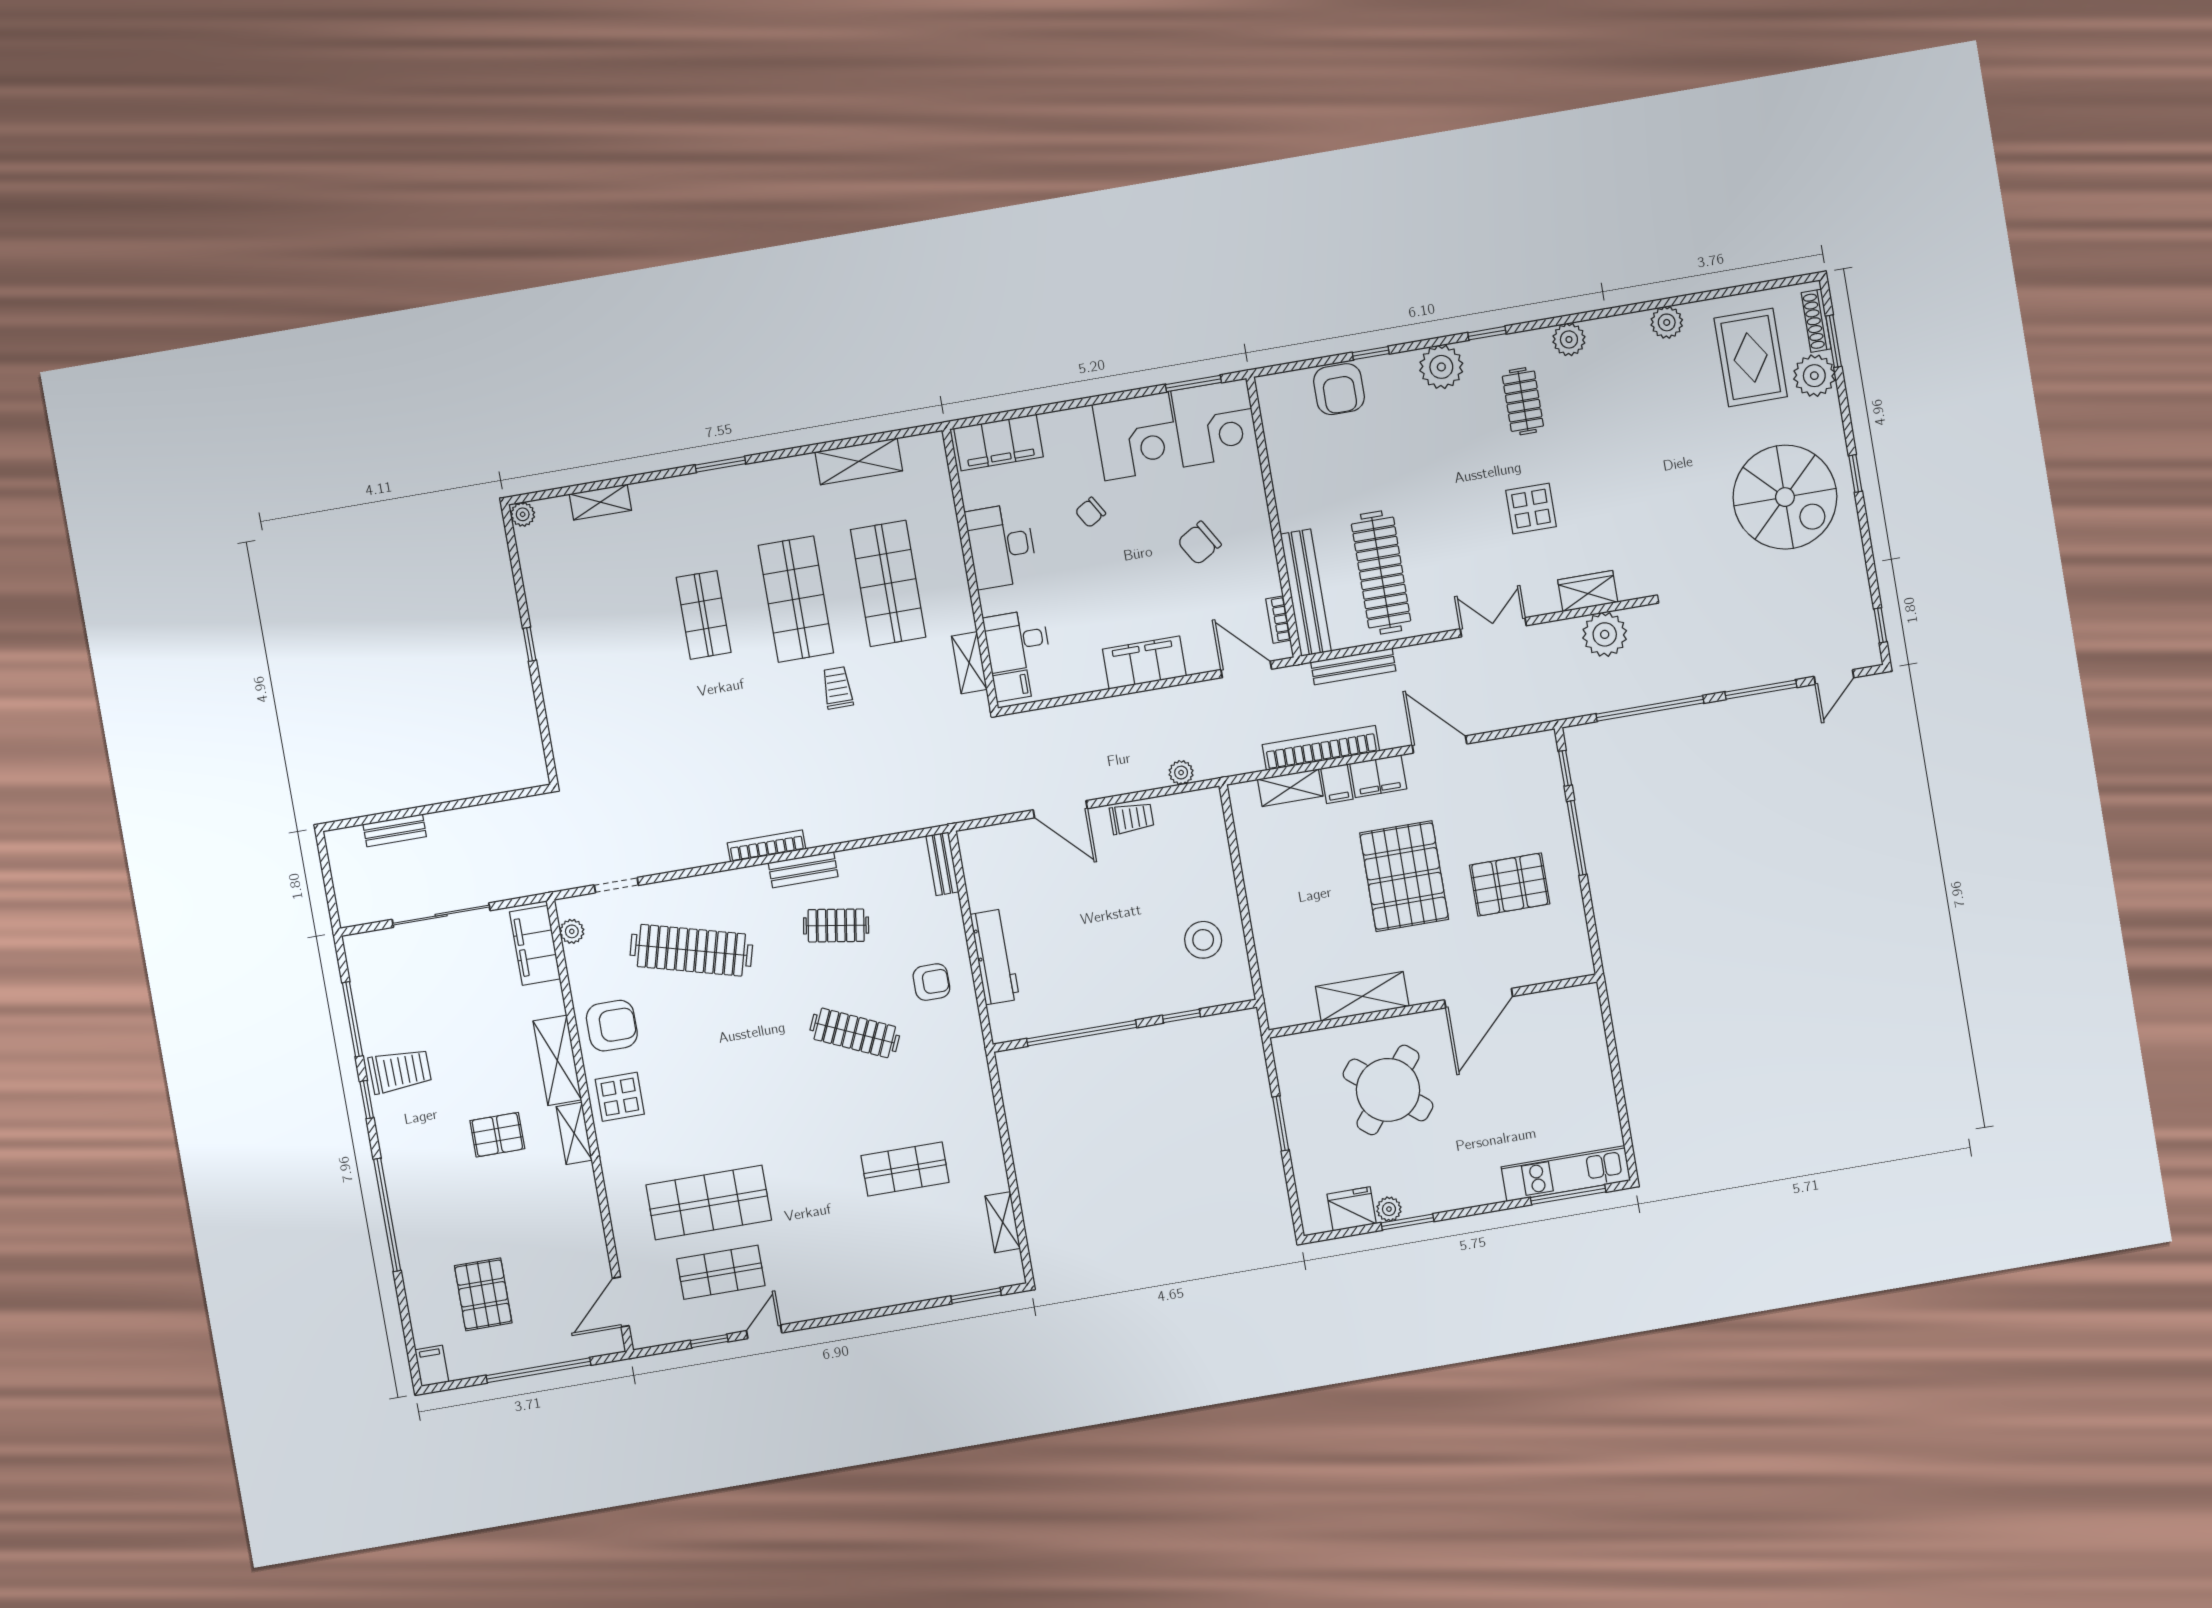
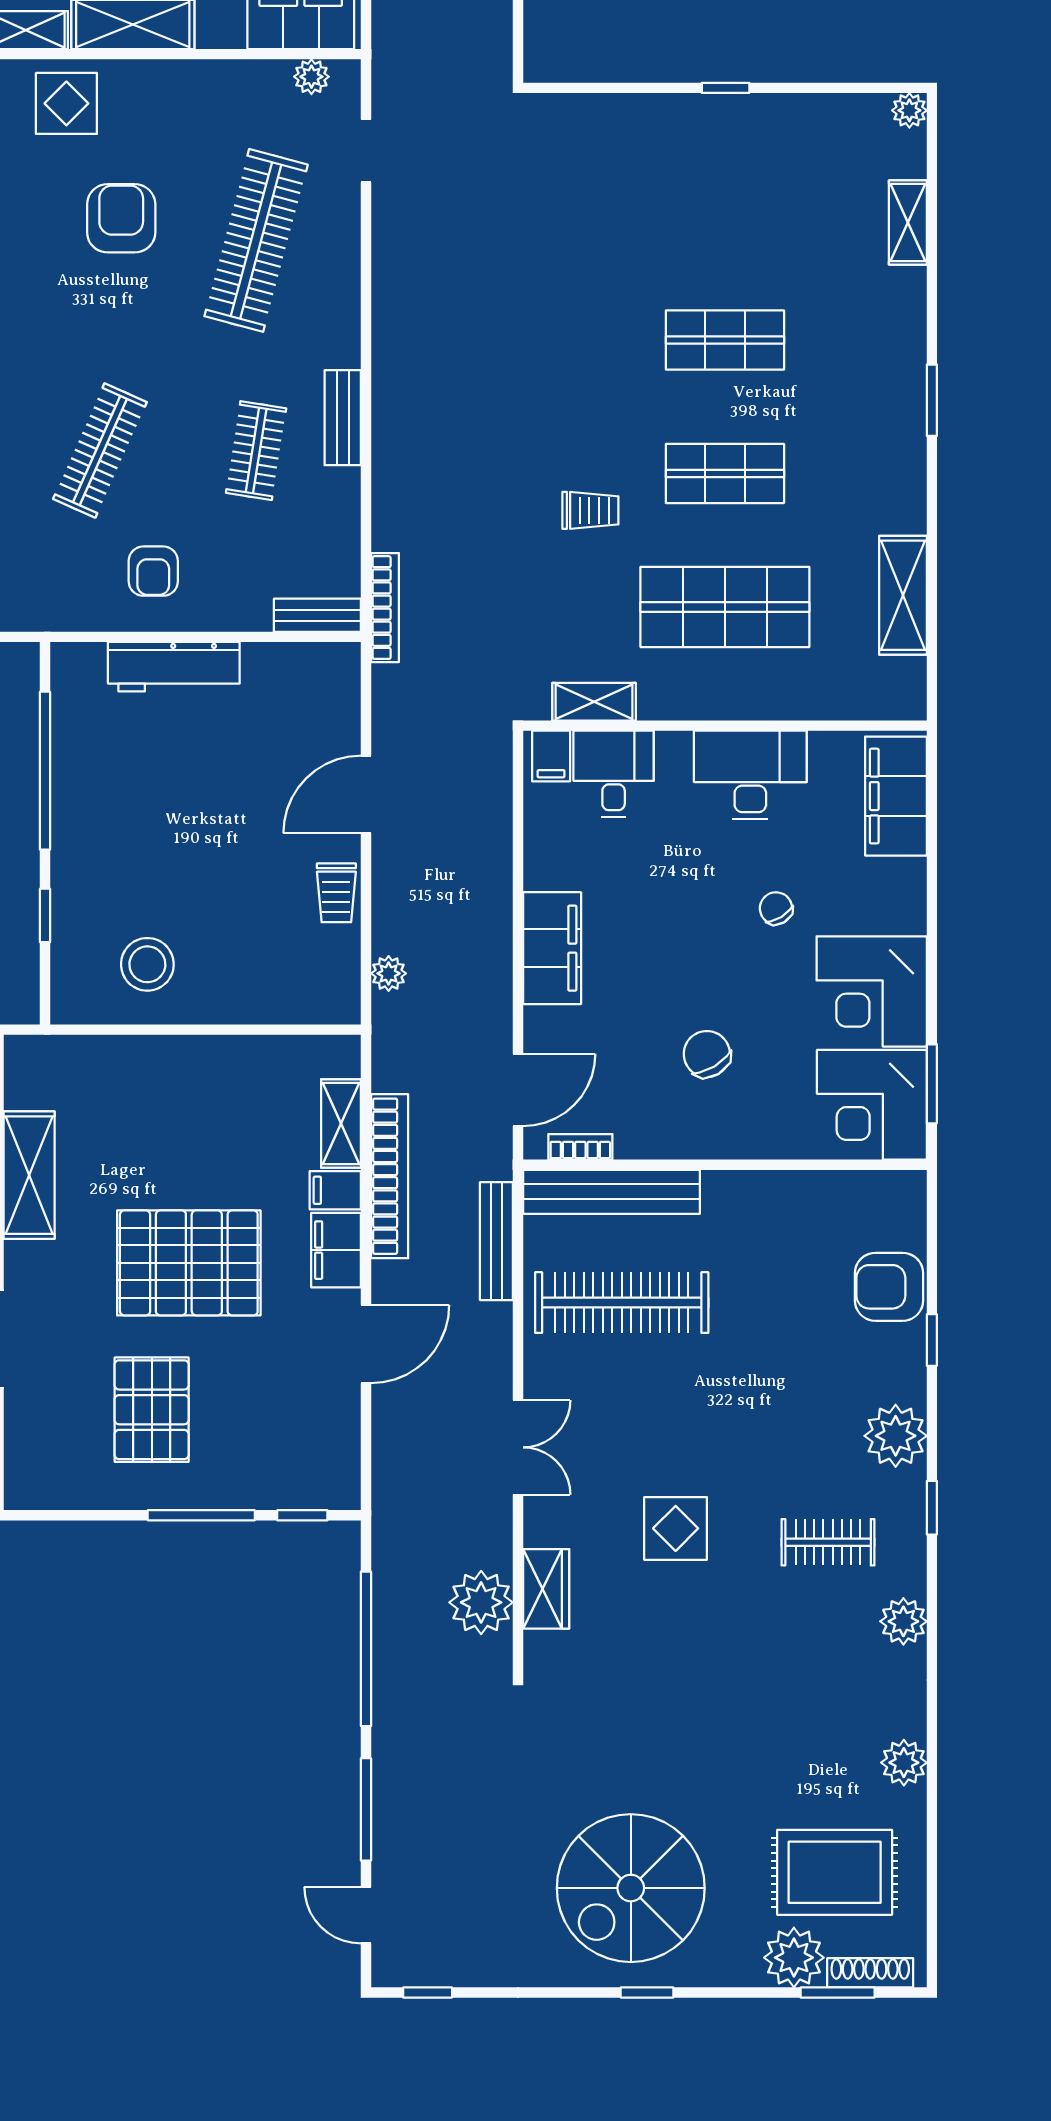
shop shelf: (796, 599) -> (725, 473), width x0.70, depth x0.74
bookcase: (766, 846) -> (385, 608), moved
armchair: (612, 1026) -> (121, 218), moved, turned 180

